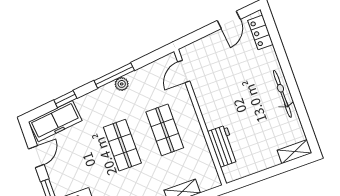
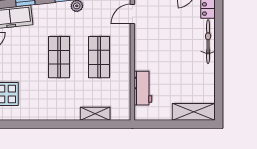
bicycle: (282, 94) -> (208, 42), moved
shelving: (295, 152) -> (194, 112), width x1.50, depth x1.33

